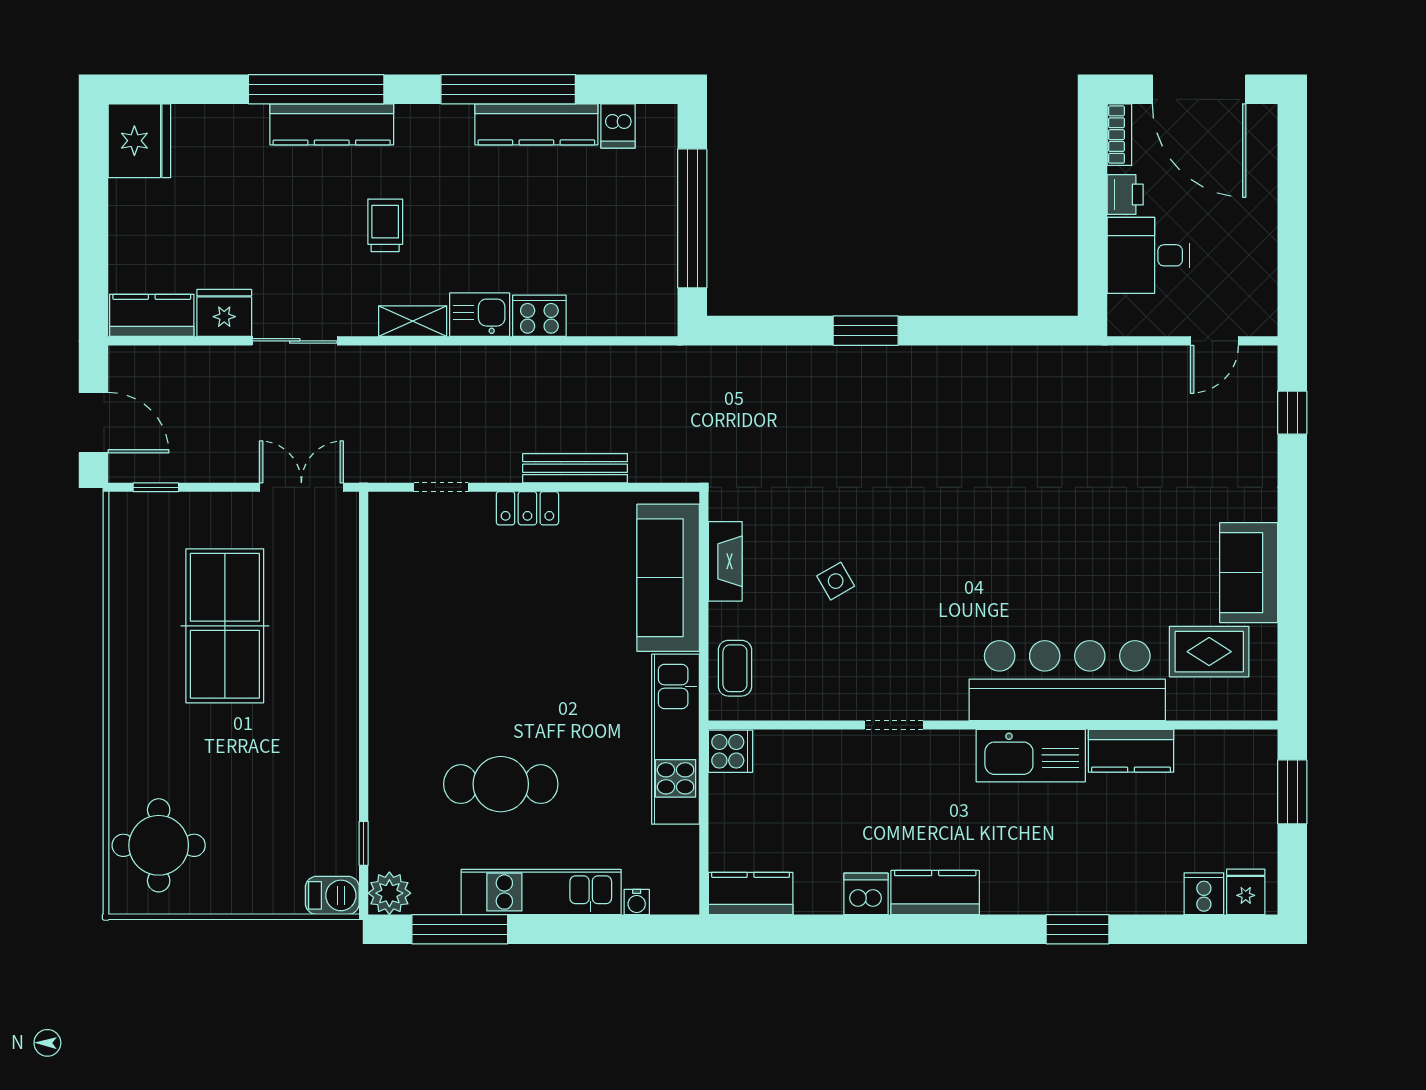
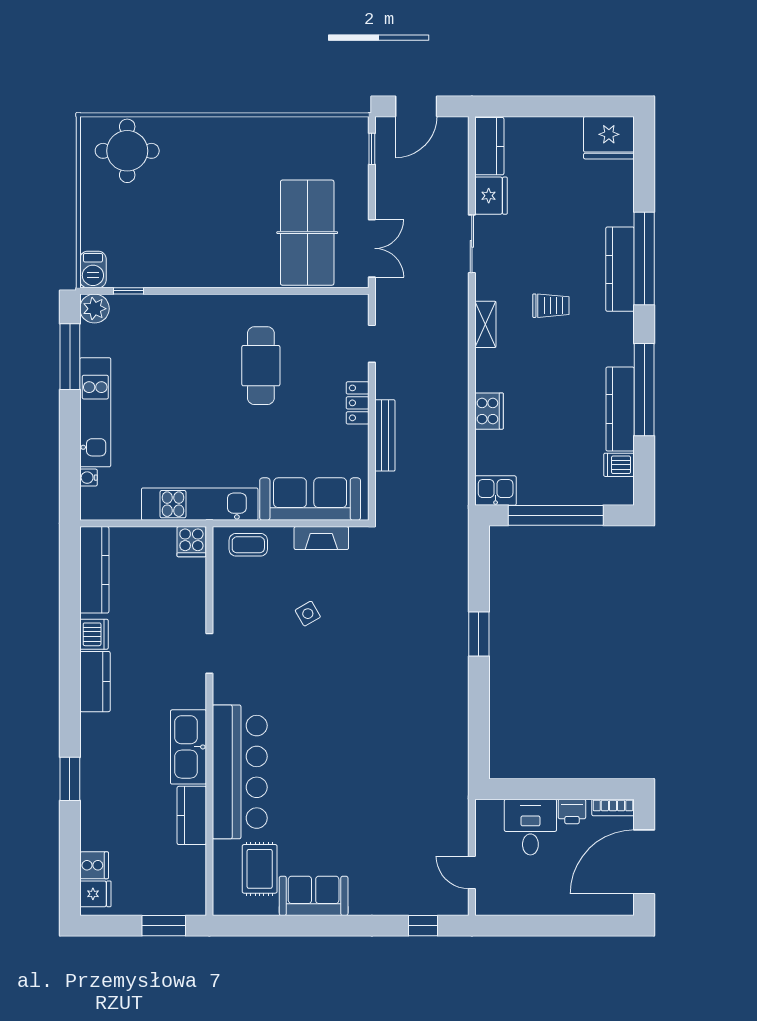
kitchen sink: (480, 315) -> (496, 491), moved, turned -90
table tennis table: (225, 626) -> (307, 233), moved, turned 90
cafe table: (501, 784) -> (261, 366), moved
kitchen counter: (751, 893) -> (94, 570), width x1.50

